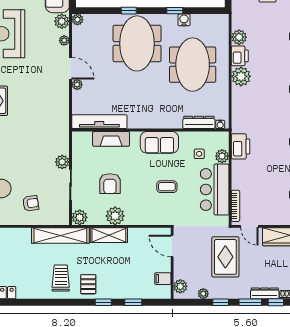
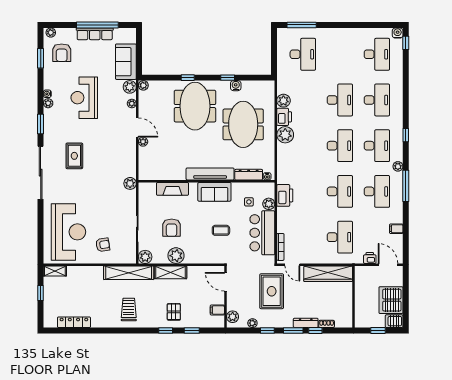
tv unit: (99, 122) -> (210, 174), moved
plant: (62, 162) -> (130, 183), moved
pallet: (88, 284) -> (174, 312), moved

